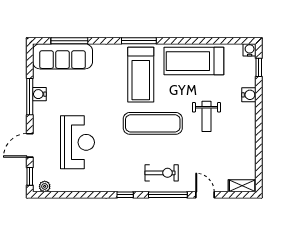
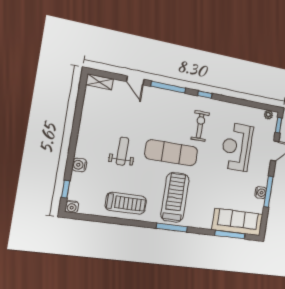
treadmill: (194, 61) -> (126, 203), width x0.73, depth x0.73
exercise bike: (162, 173) -> (200, 126), moved, turned 90

